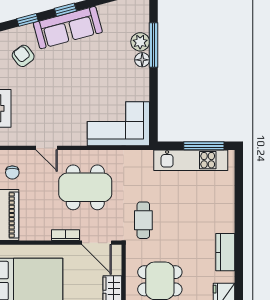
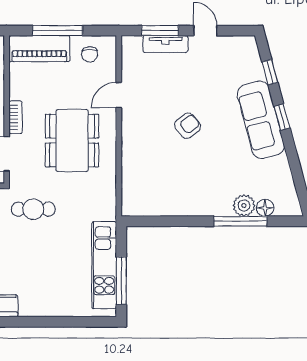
armchair: (23, 56) -> (187, 126), moved
floor lamp: (142, 60) -> (265, 208), moved
corner sofa: (118, 124) -> (147, 180), removed
chair: (12, 172) -> (90, 54), turned -90

